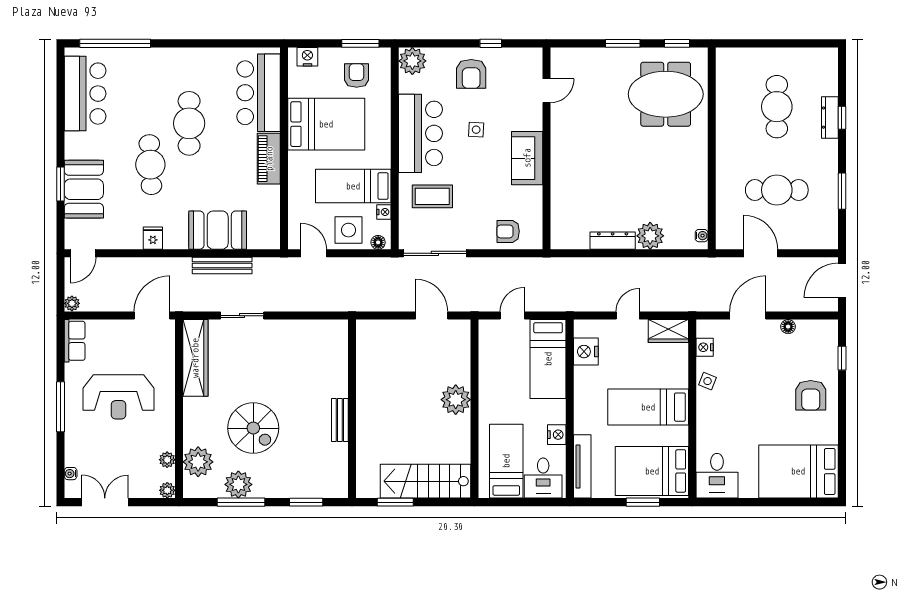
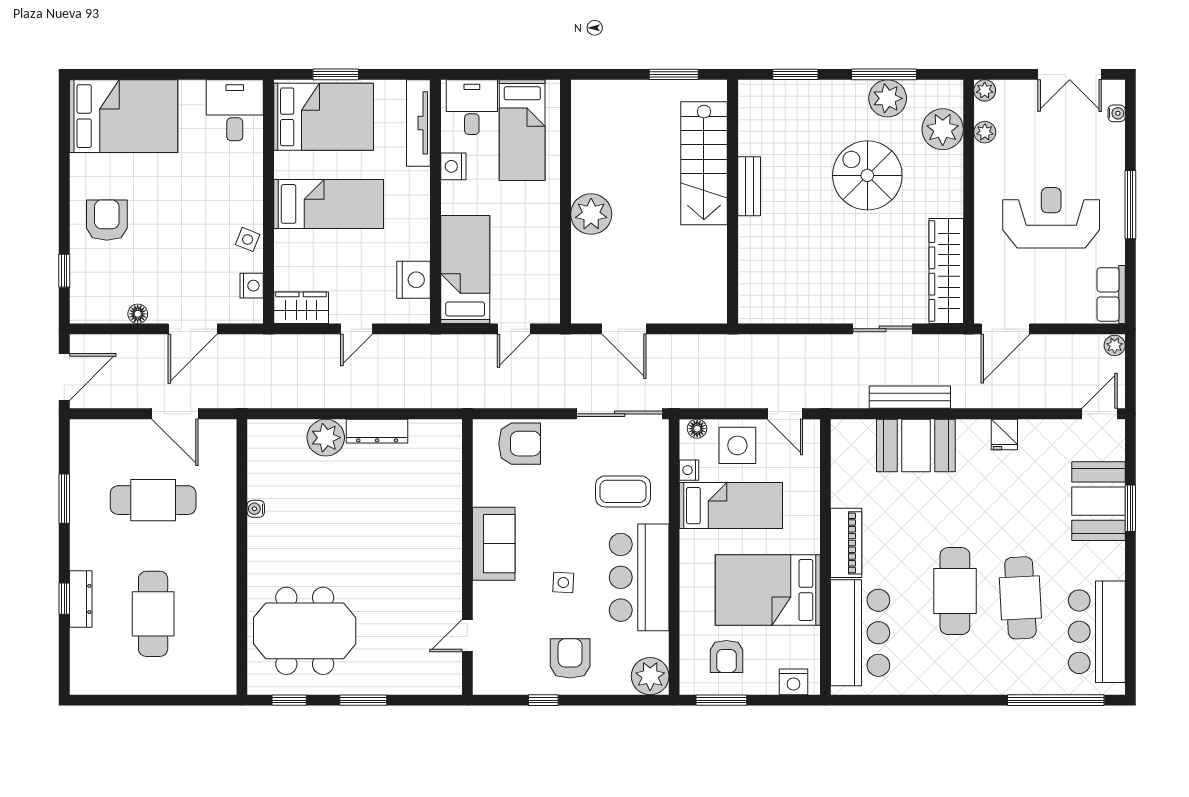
cafe table: (150, 165) -> (1020, 598), moved
armchair: (508, 231) -> (520, 444), width x1.38, depth x1.38
water cooler: (702, 236) -> (256, 509), moved
stairs: (425, 481) -> (704, 163), moved, turned 90

